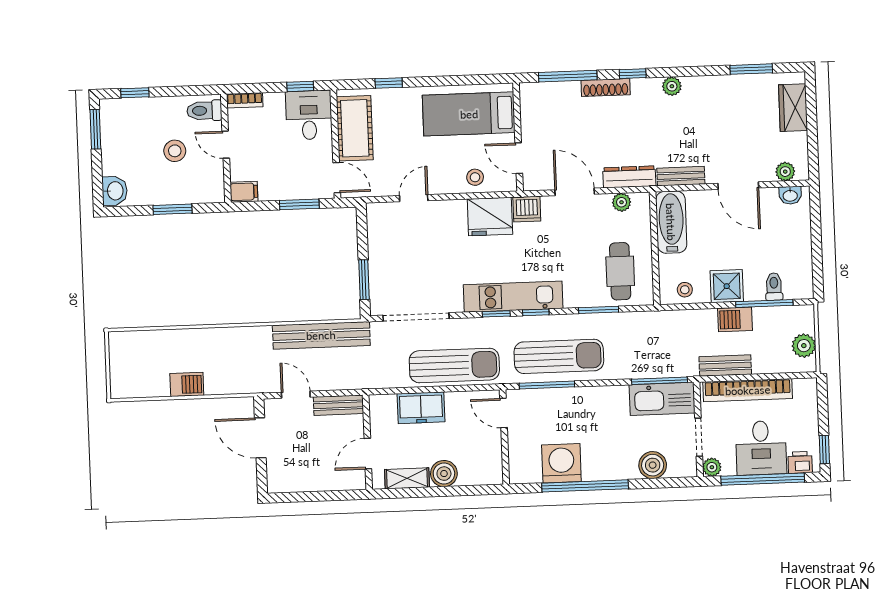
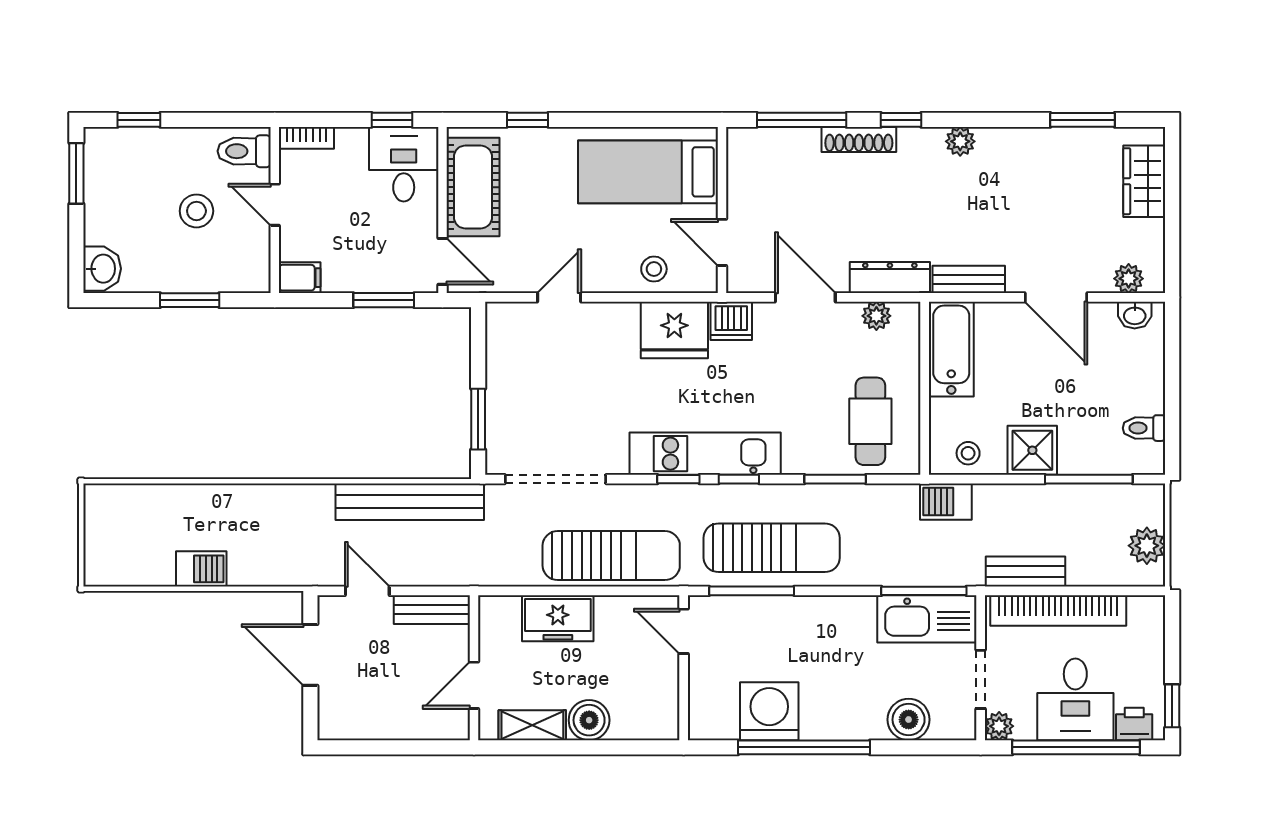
toilet: (774, 287) -> (1144, 428), moved, turned -90
barbecue: (735, 319) -> (946, 502), moved

